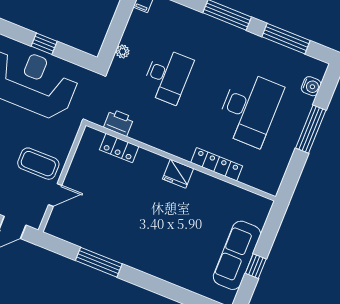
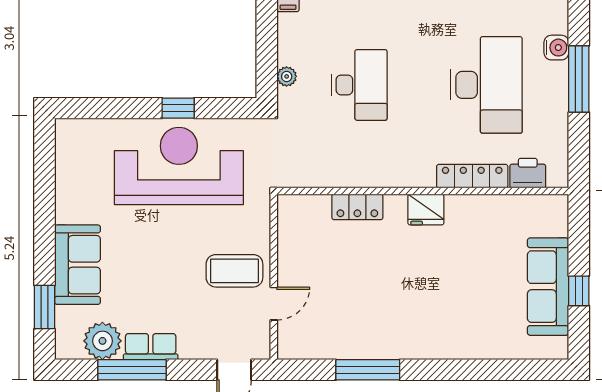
water cooler: (311, 86) -> (556, 48), moved
printer: (119, 123) -> (528, 173), moved
locker: (119, 148) -> (357, 207), moved

